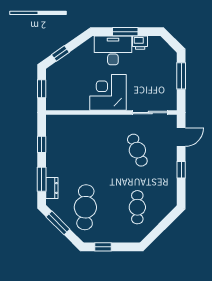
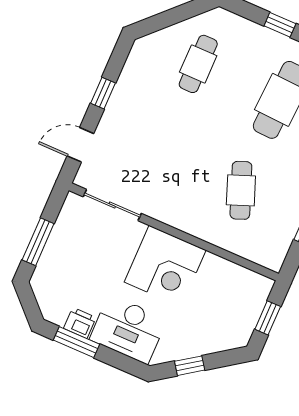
window: (125, 32) -> (76, 342), moved
window: (60, 53) -> (190, 366), moved
cafe table: (137, 150) -> (241, 190), moved

